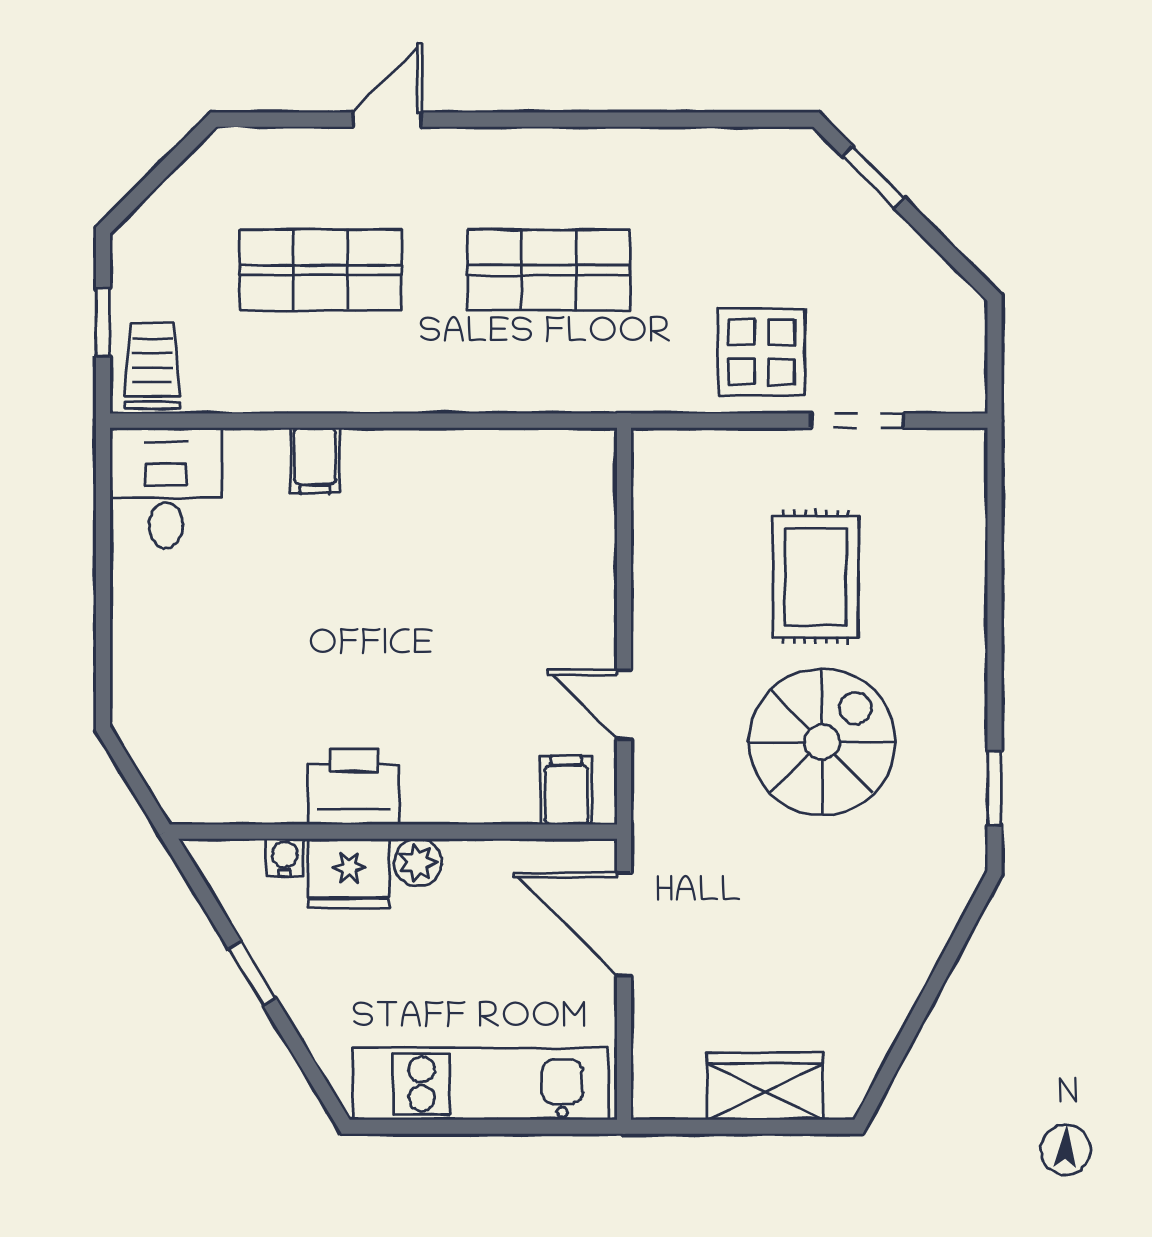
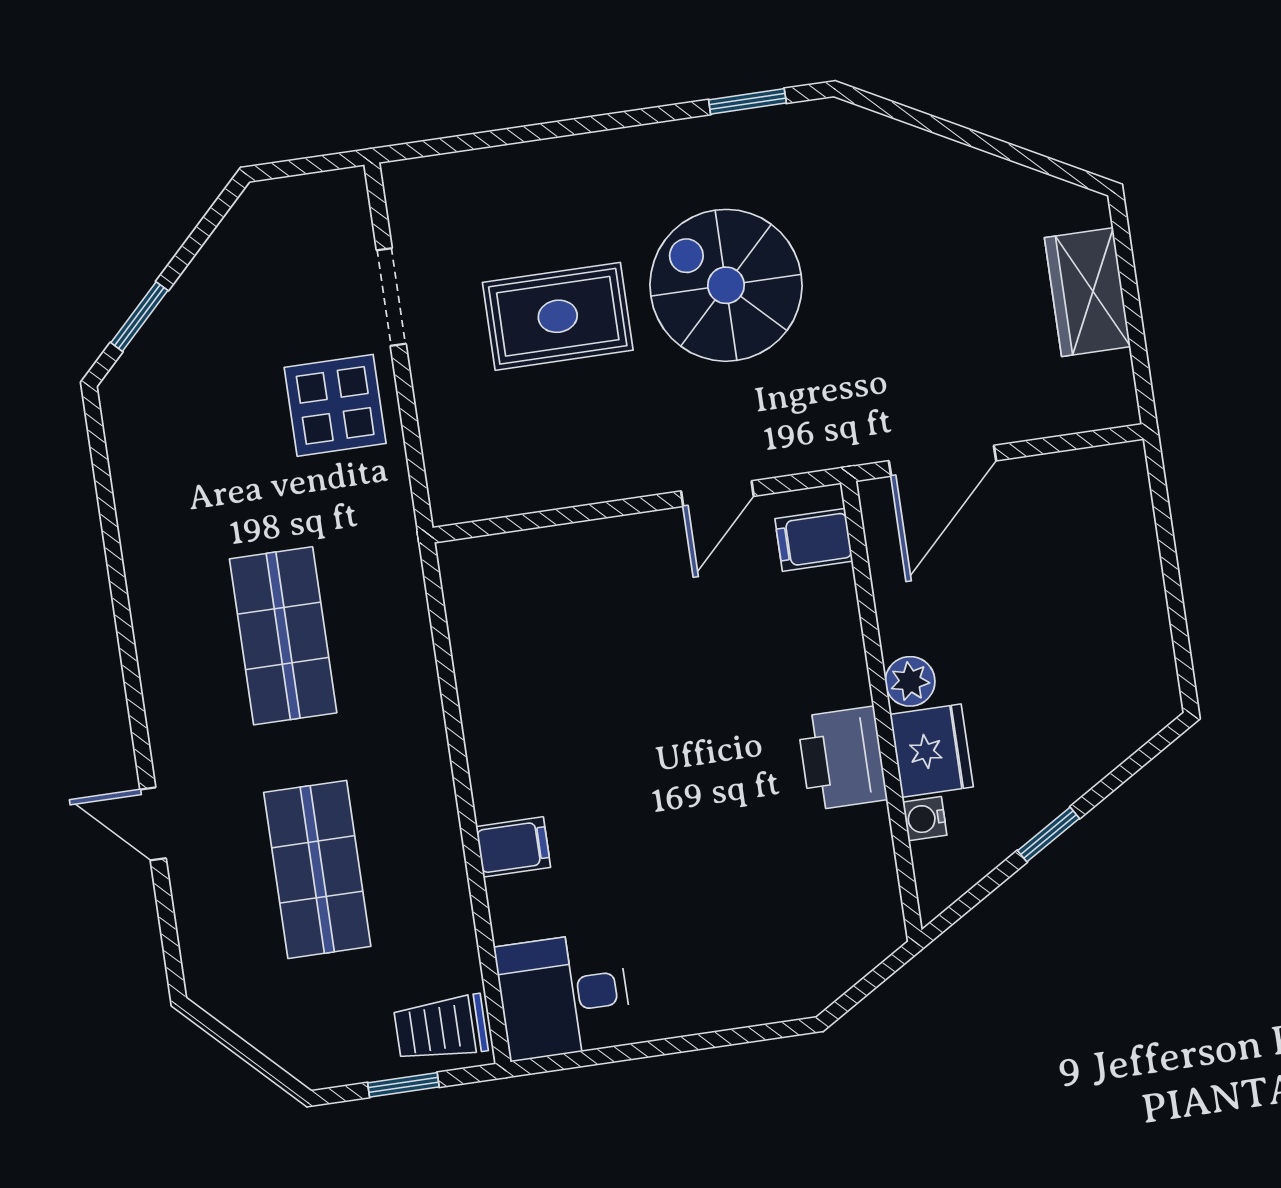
kitchen unit: (480, 1084) -> (1128, 584), removed

